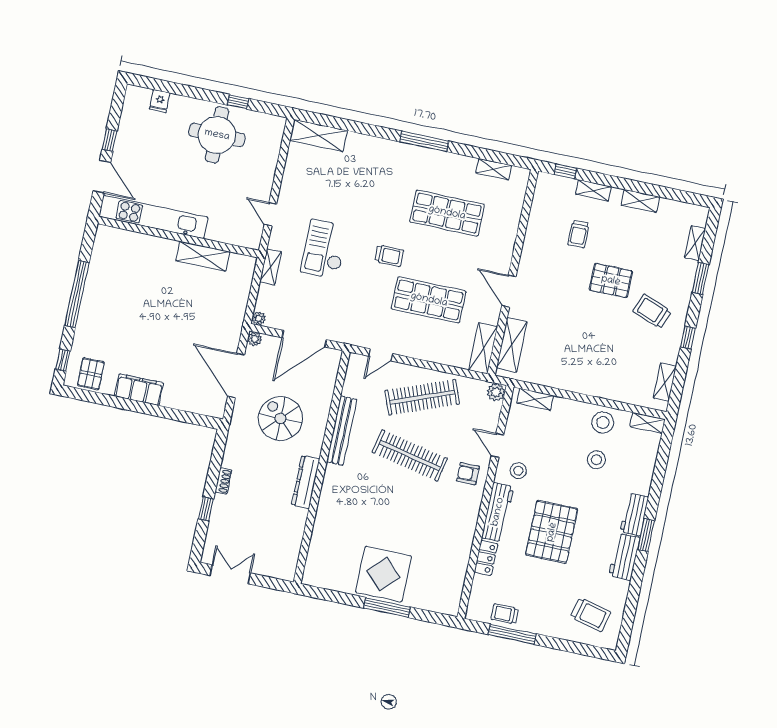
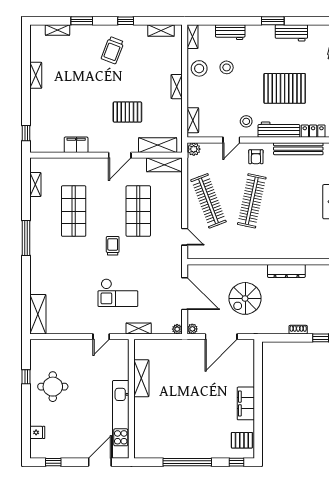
round table: (217, 135) -> (53, 387), width x0.73, depth x0.73
window: (110, 140) -> (53, 462), moved
shelving: (593, 190) -> (177, 87), moved
trolley: (578, 234) -> (69, 114), removed
filing cabinet: (535, 235) -> (76, 145), added
pallet: (611, 281) -> (127, 112), moved, turned 90
bench: (342, 431) -> (298, 149), moved
workbench: (634, 514) -> (230, 32), moved

